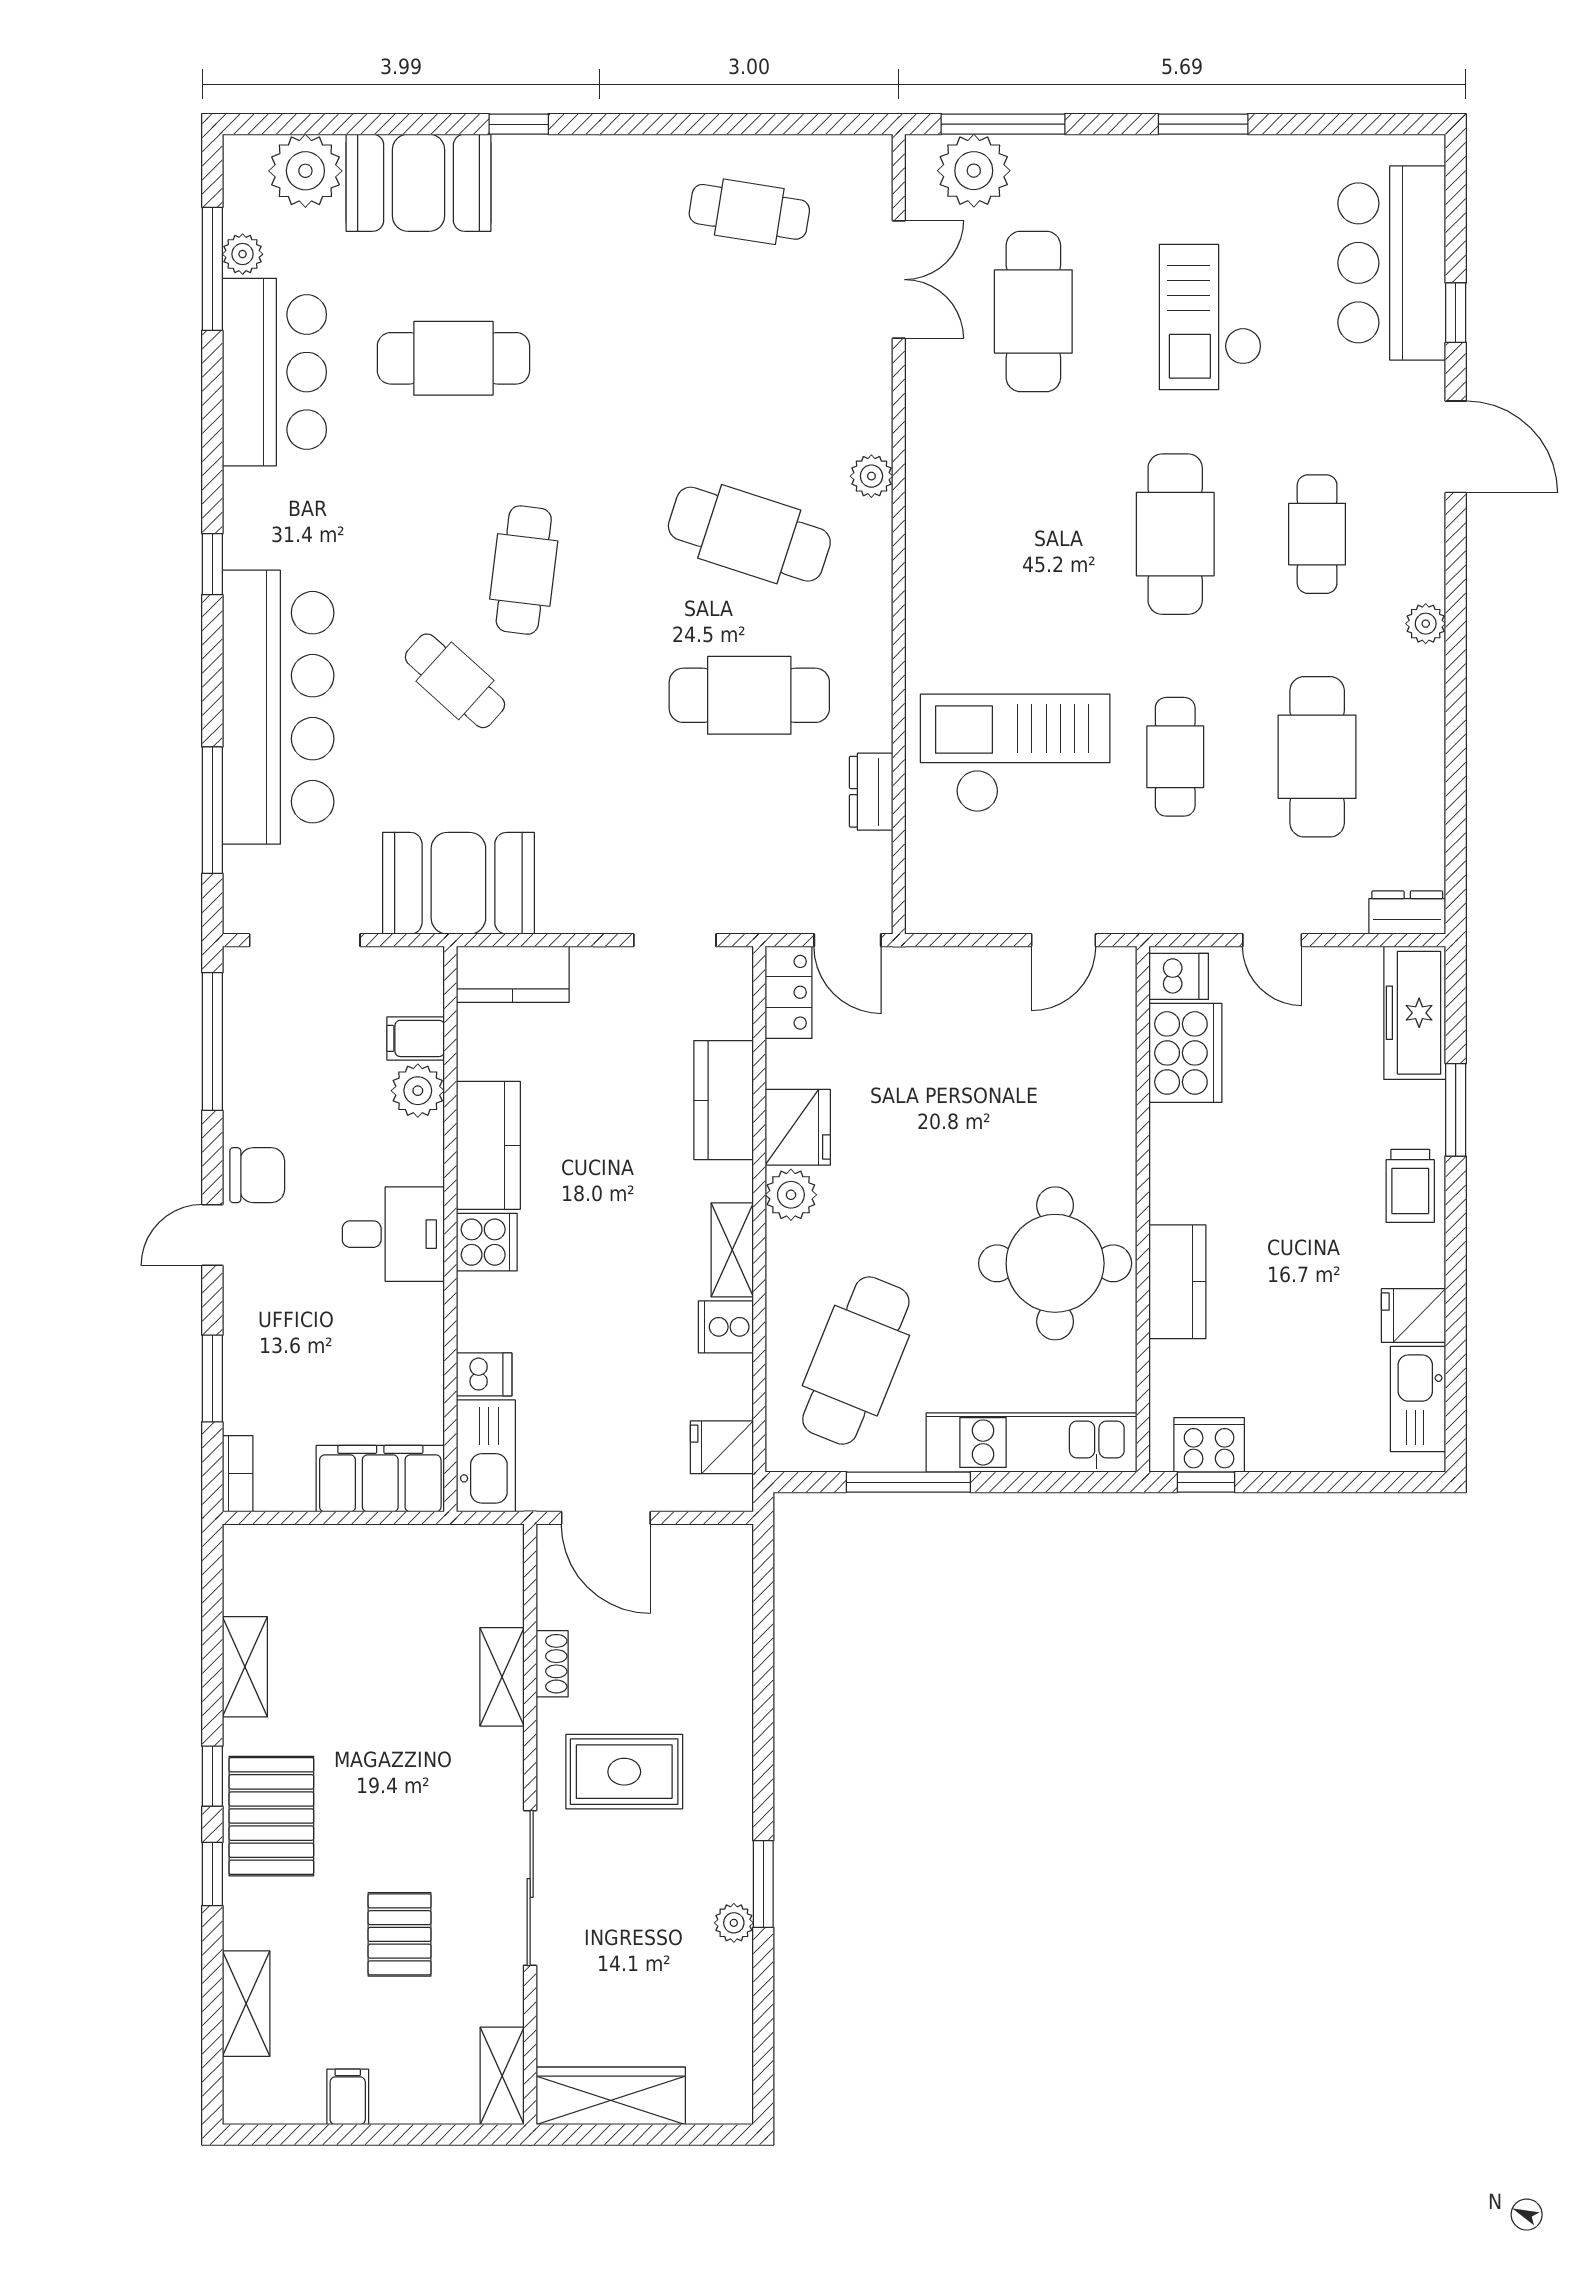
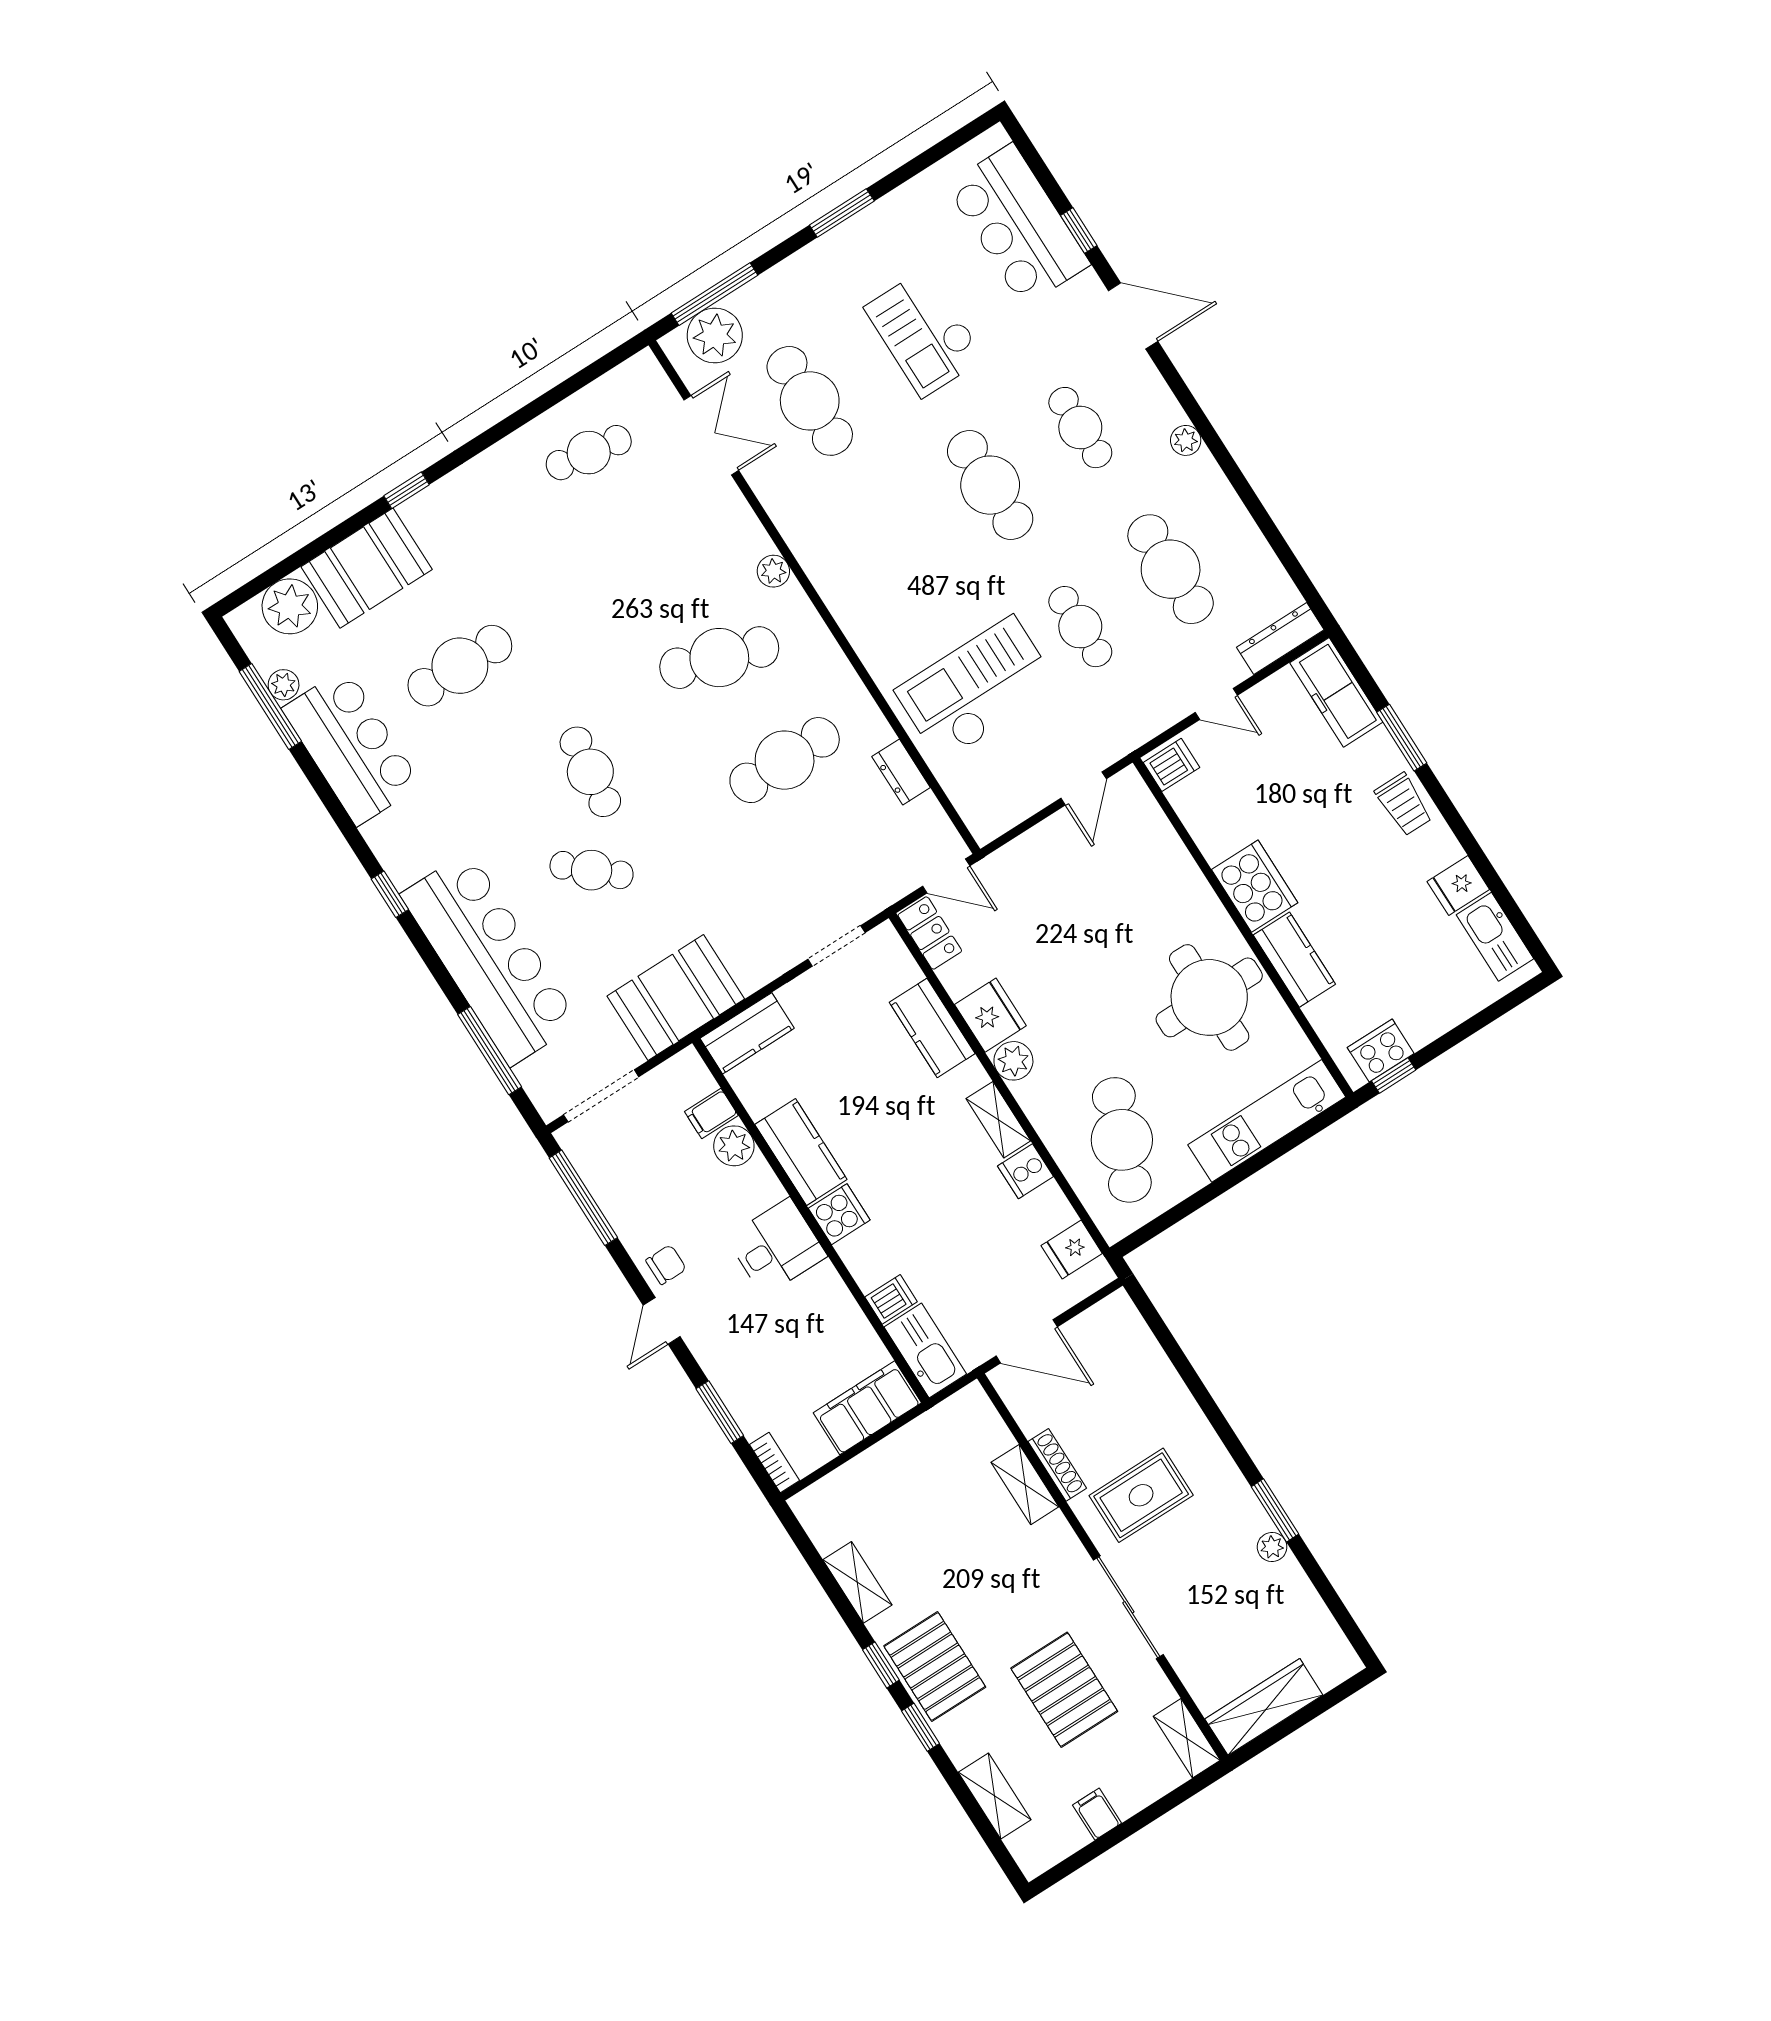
dresser: (1407, 913) -> (1280, 638), width x1.44
cooker: (1185, 1053) -> (1255, 886), moved
chair: (257, 1175) -> (666, 1265), width x0.73, depth x0.73
window: (908, 1482) -> (1205, 1196), removed
shoe rack: (552, 1664) -> (1057, 1465), width x1.43
pallet: (400, 1934) -> (1064, 1690), width x1.50, depth x1.42

